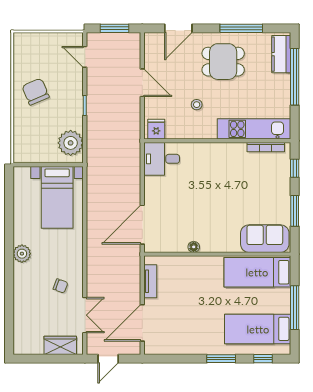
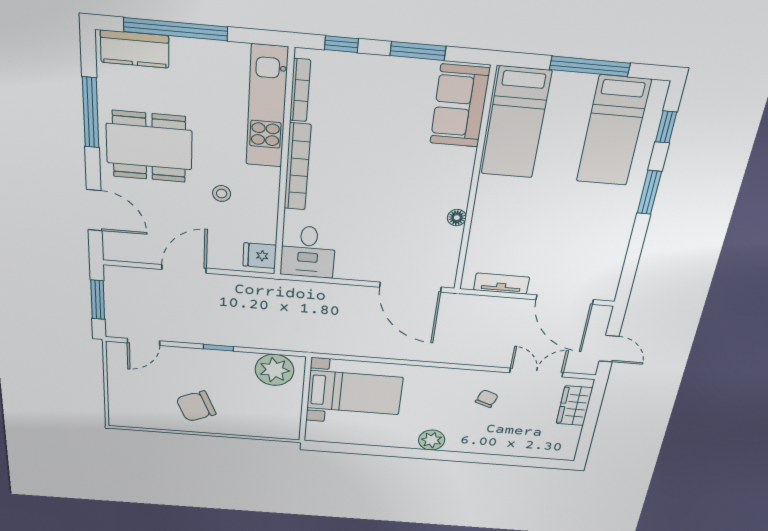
dining table: (223, 62) -> (149, 147), width x1.38
bookcase: (218, 149) -> (297, 167), added

